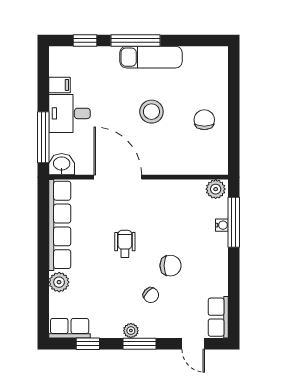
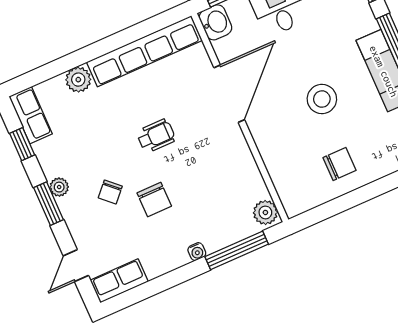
water cooler: (222, 225) -> (197, 252), moved

